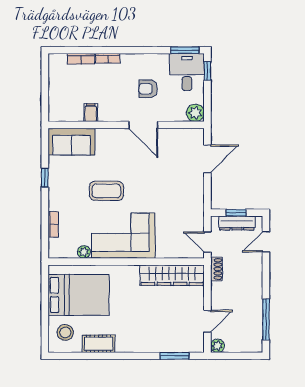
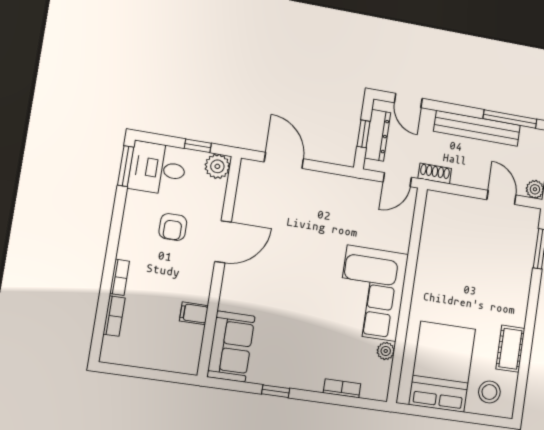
window: (207, 71) -> (198, 146), moved
coffee table: (106, 191) -> (307, 307), removed
wardrobe: (172, 275) -> (434, 235), removed
bench: (255, 296) -> (477, 128), added

